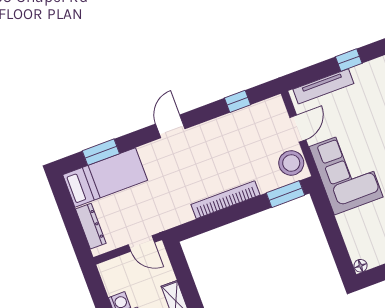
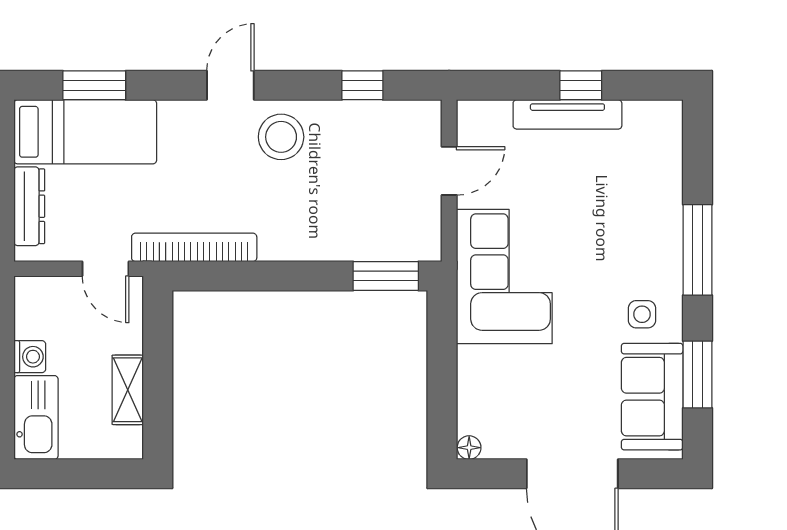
tv unit: (323, 86) -> (567, 114), moved
stool: (291, 163) -> (281, 137), moved
bookcase: (226, 200) -> (194, 247), moved

